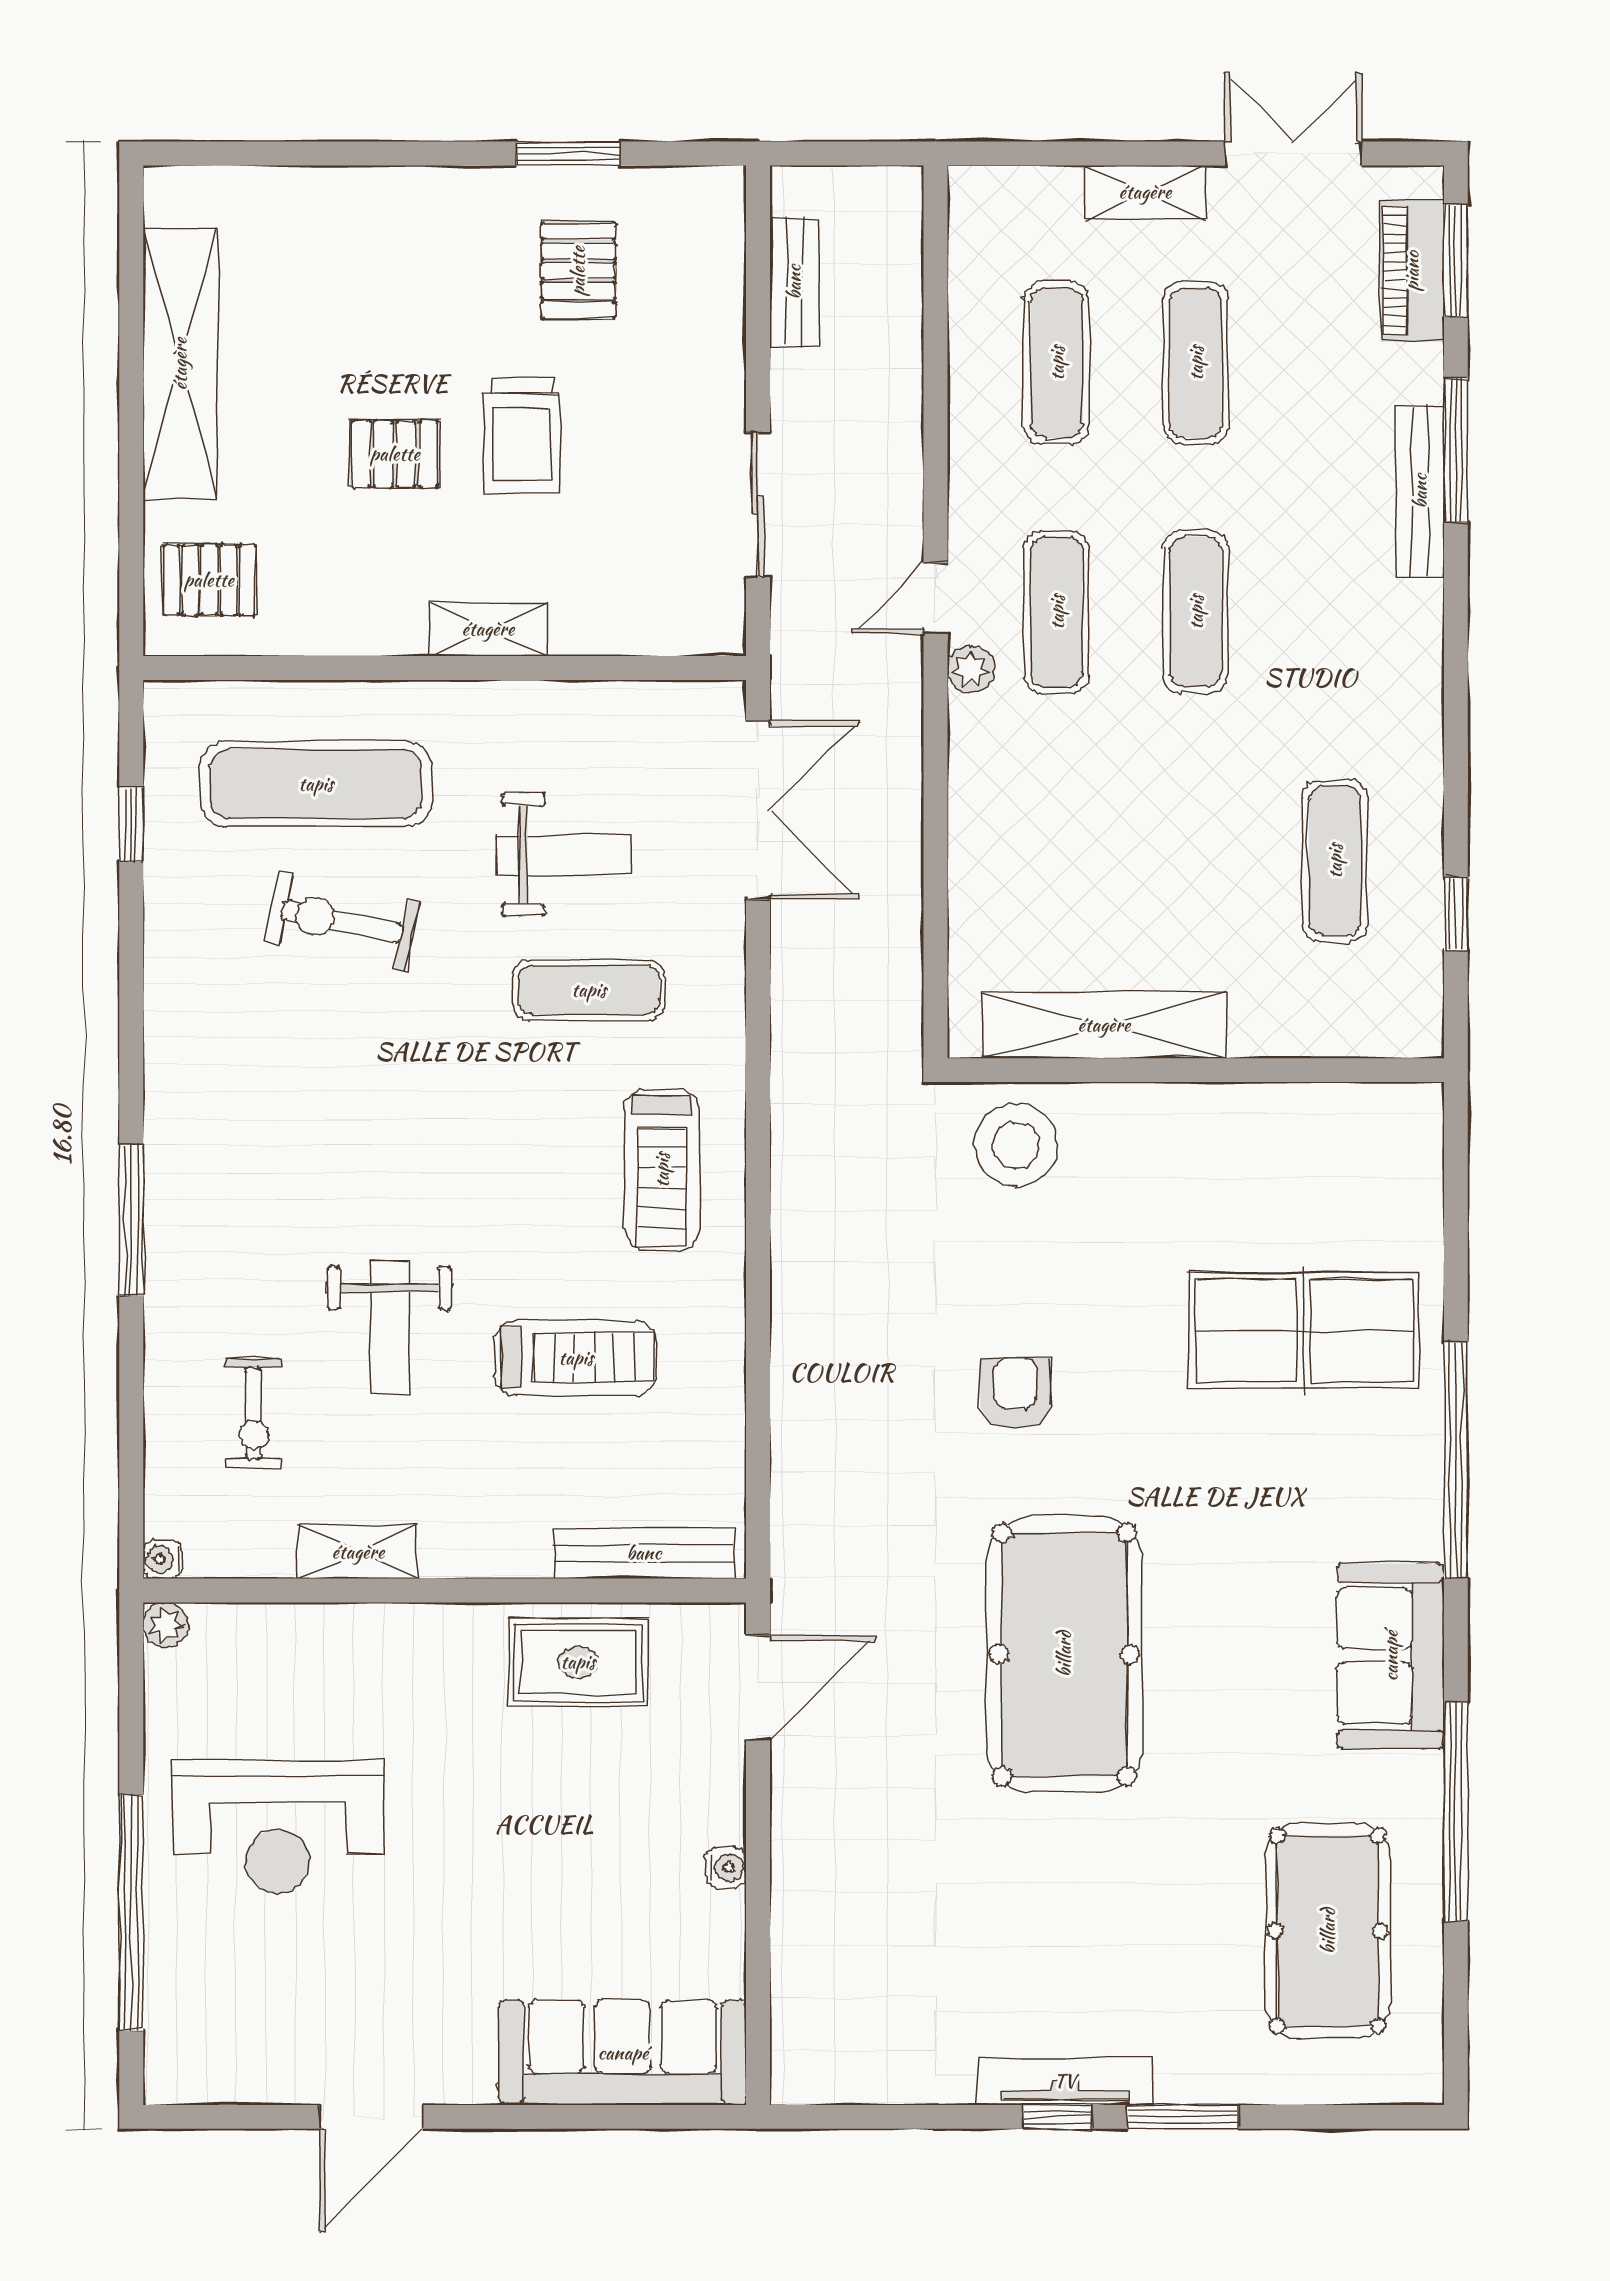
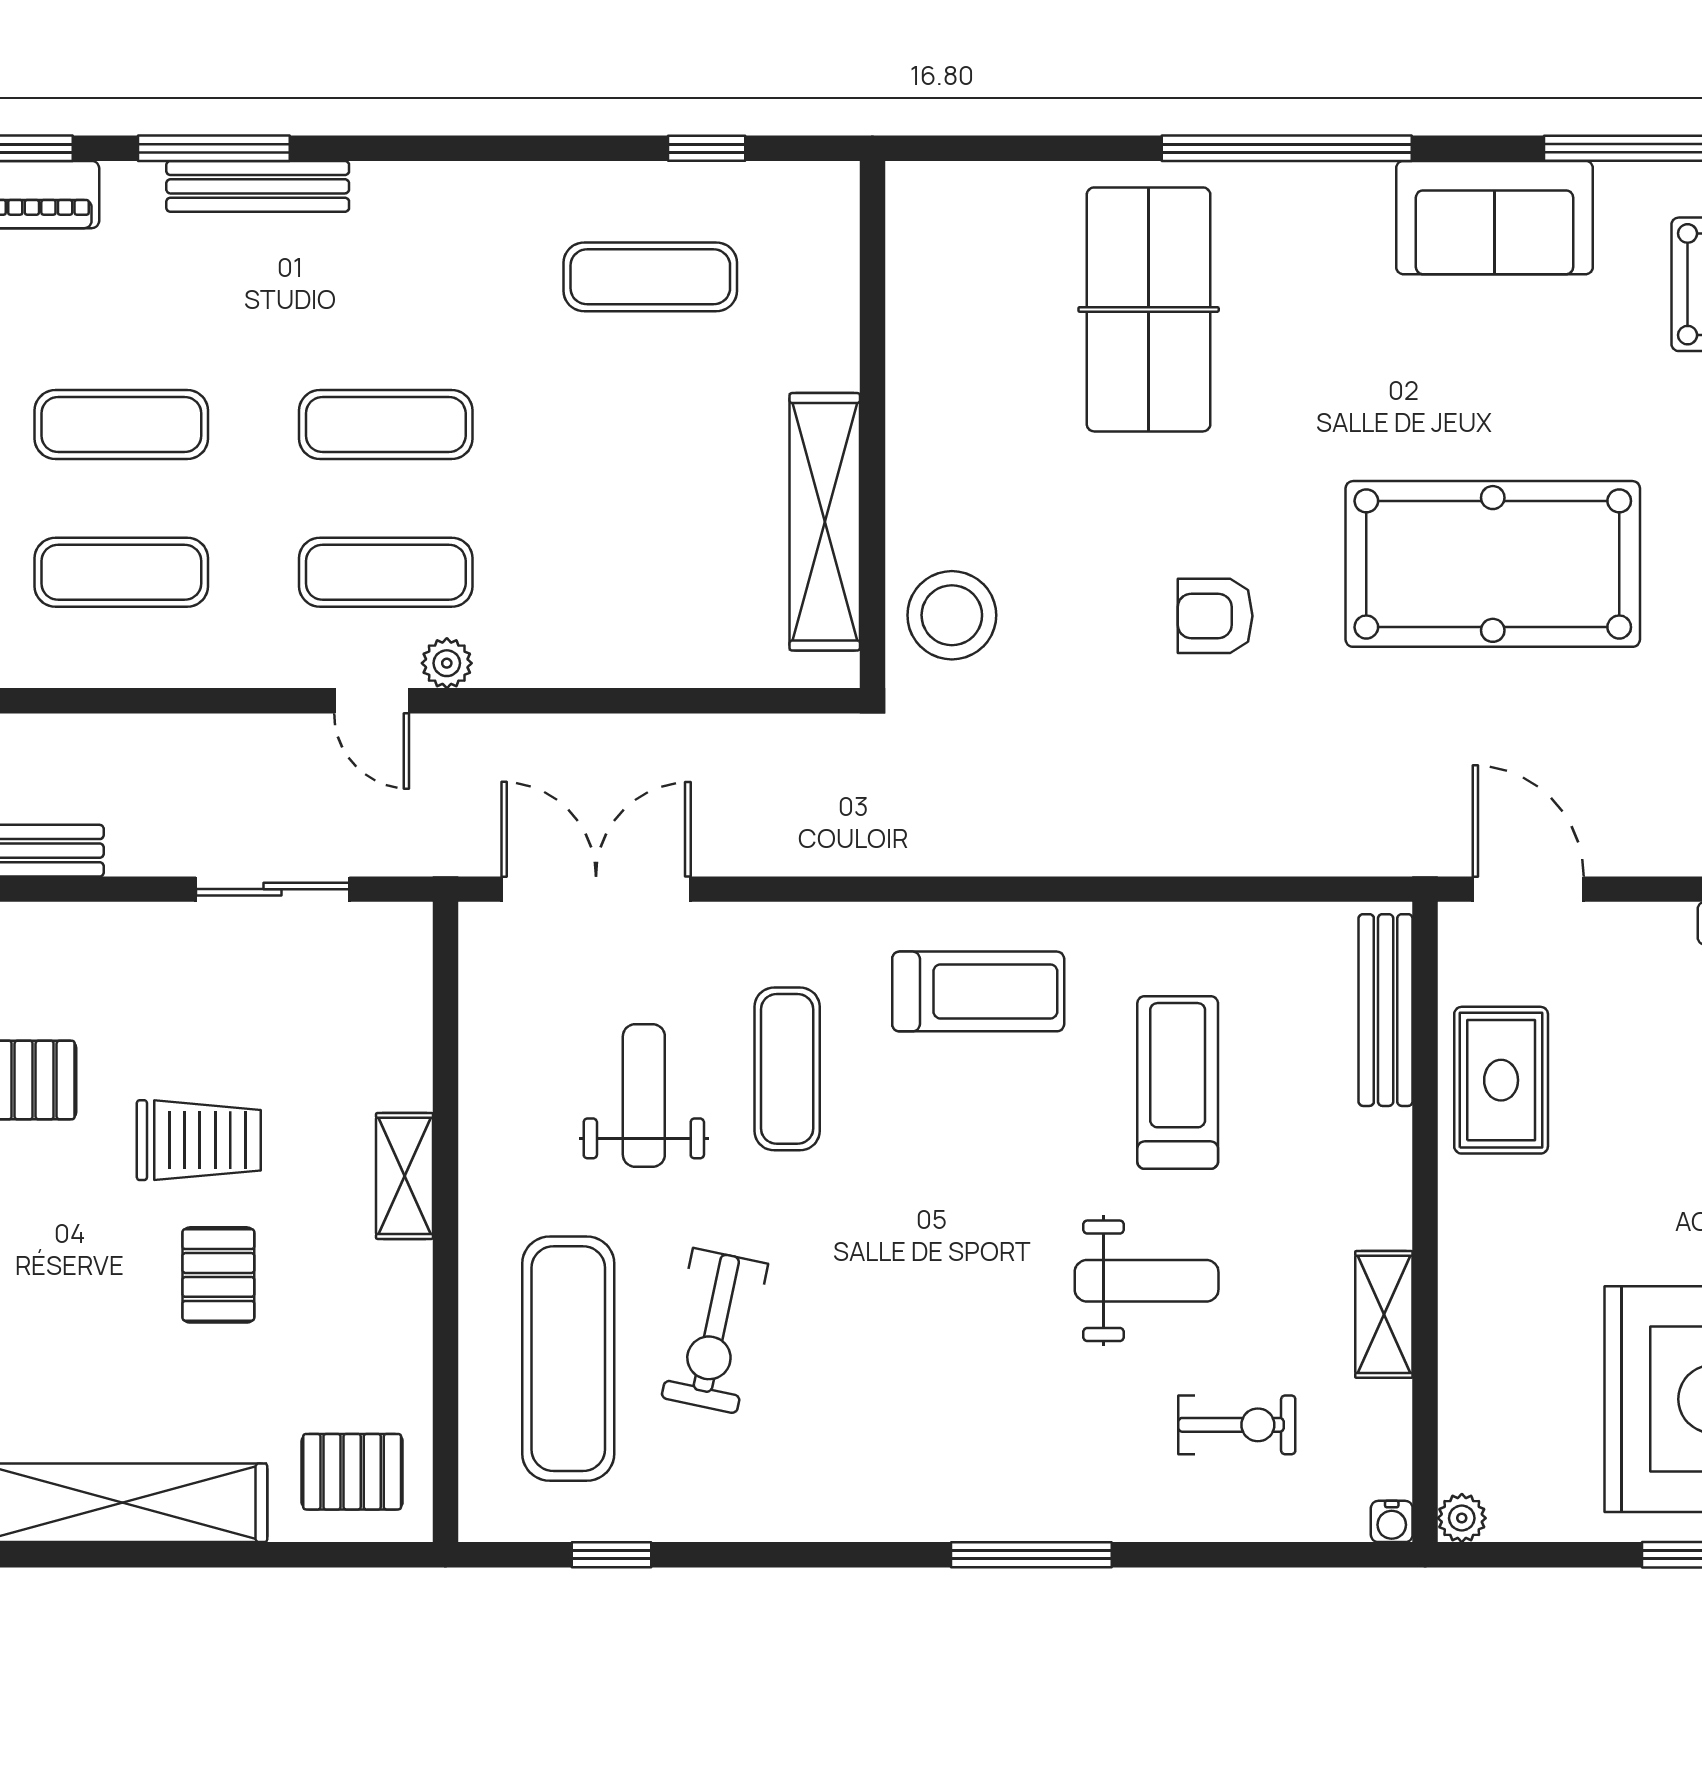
pallet: (209, 580) -> (352, 1472), turned 90

